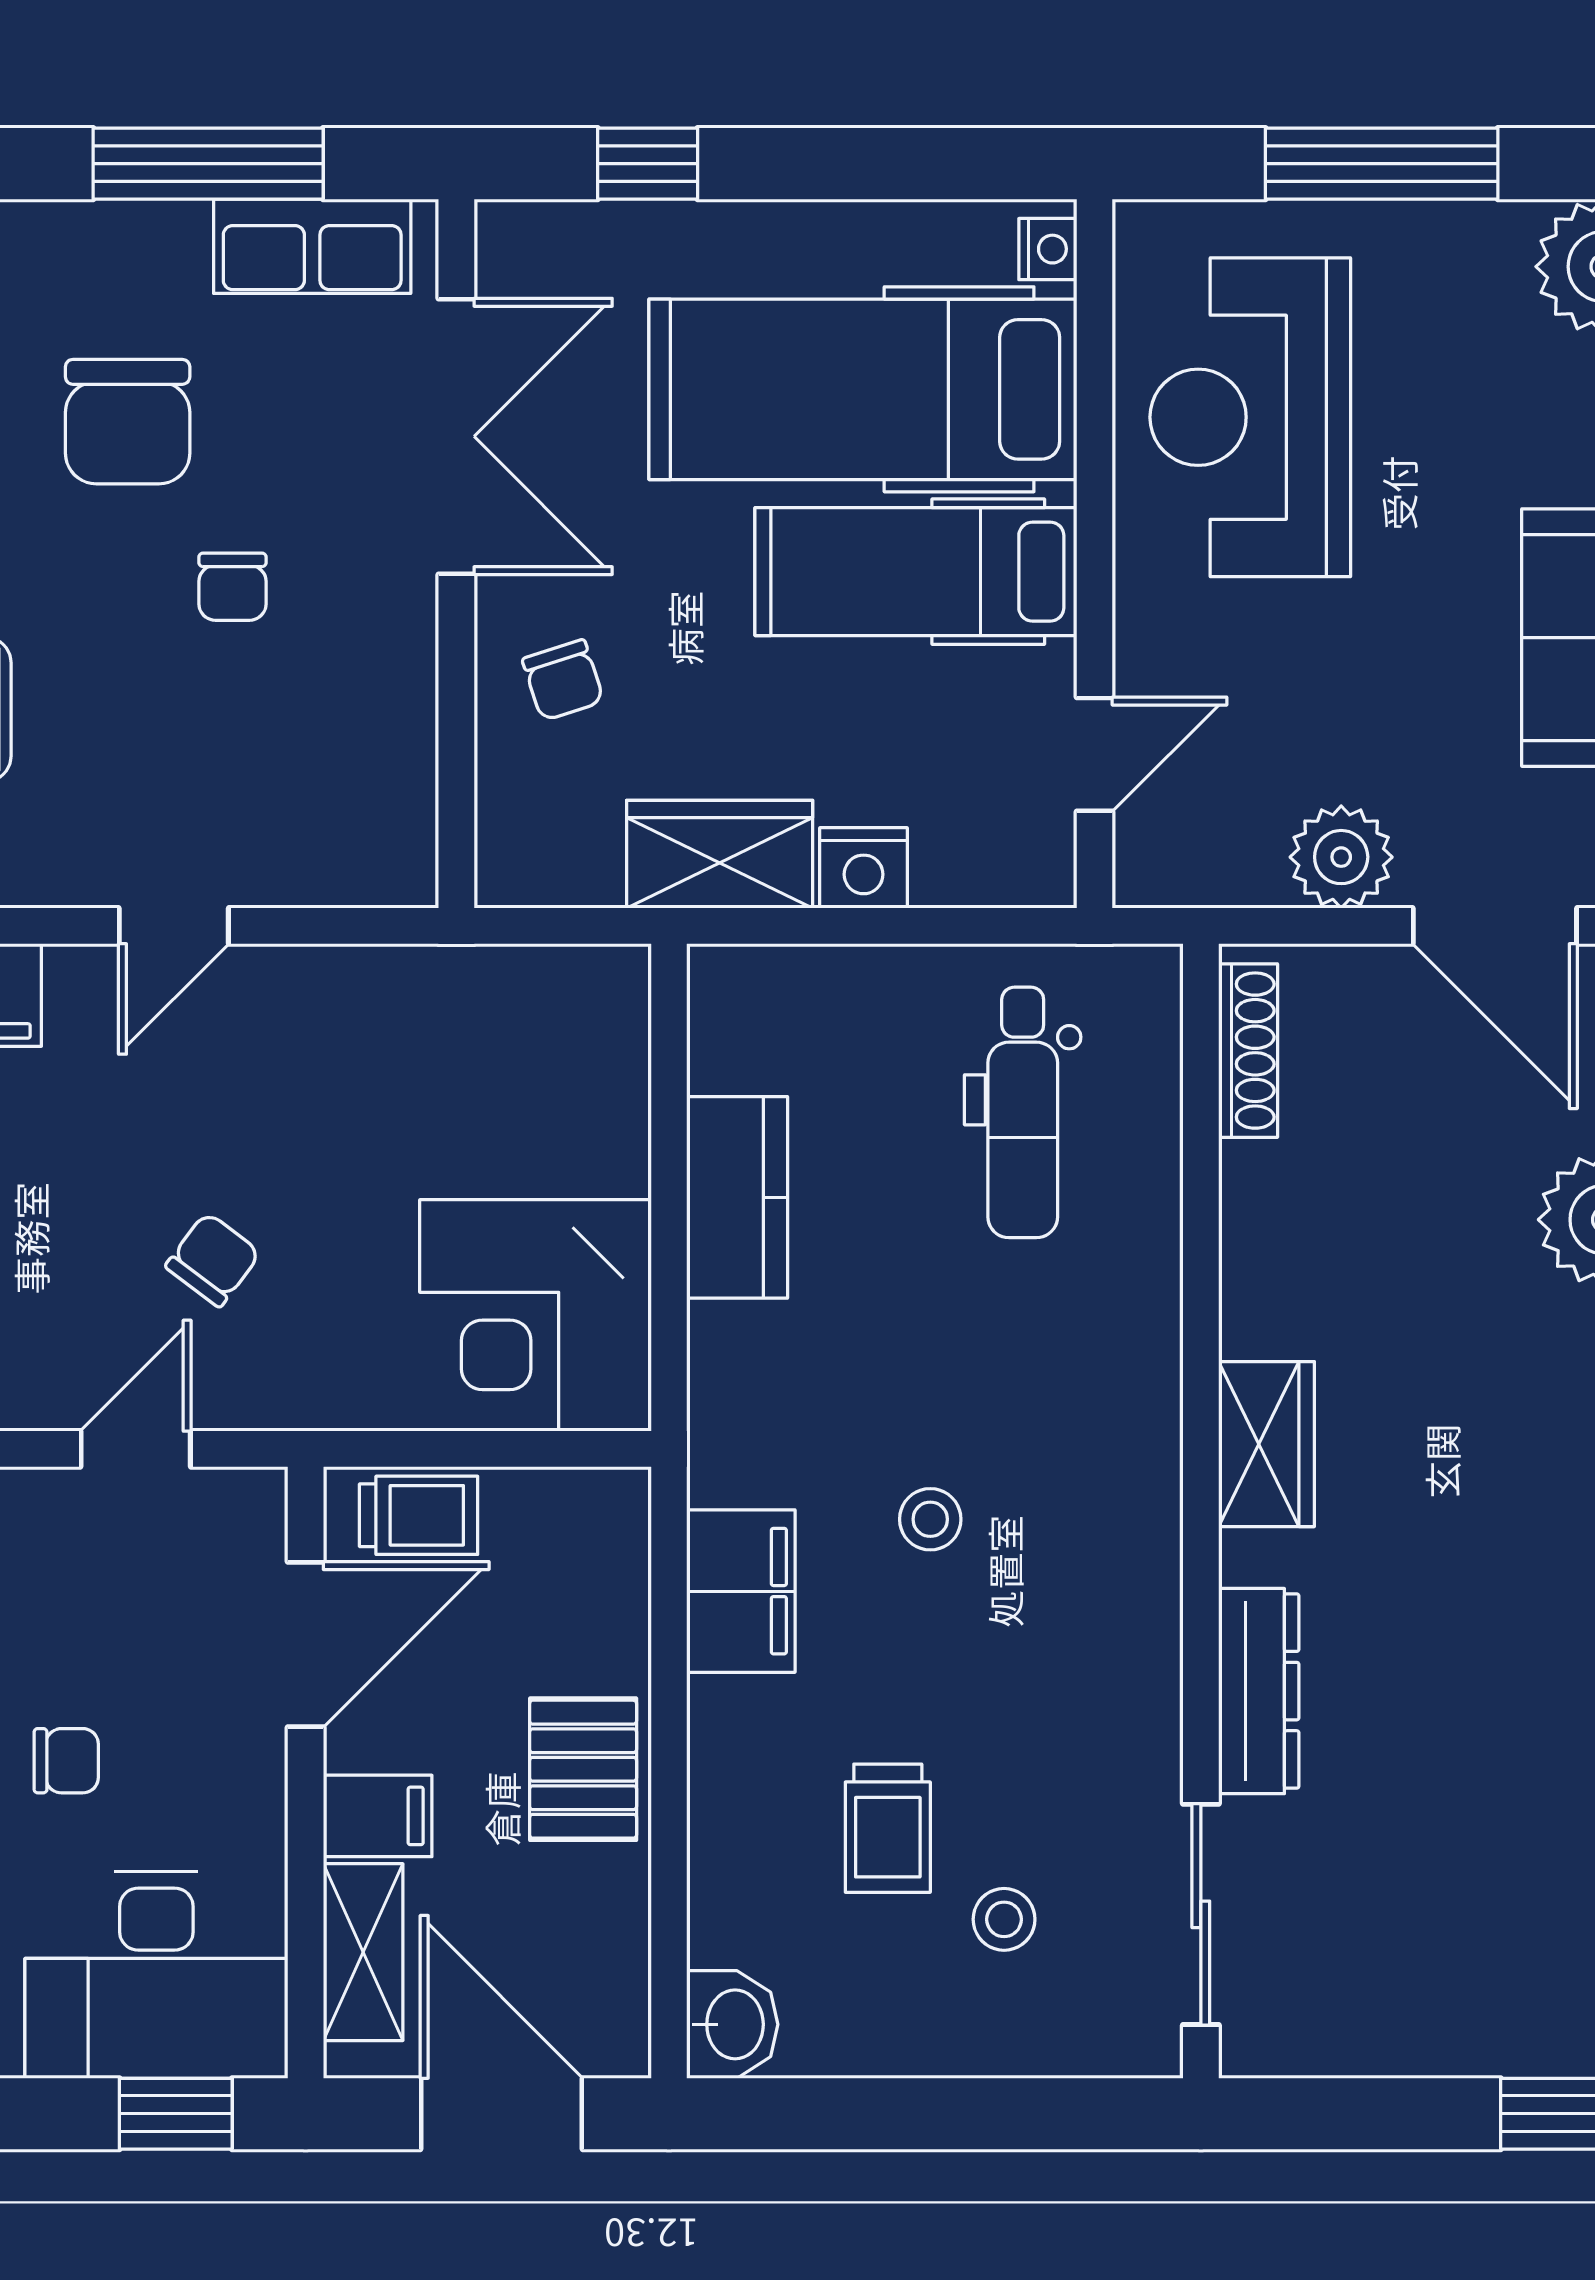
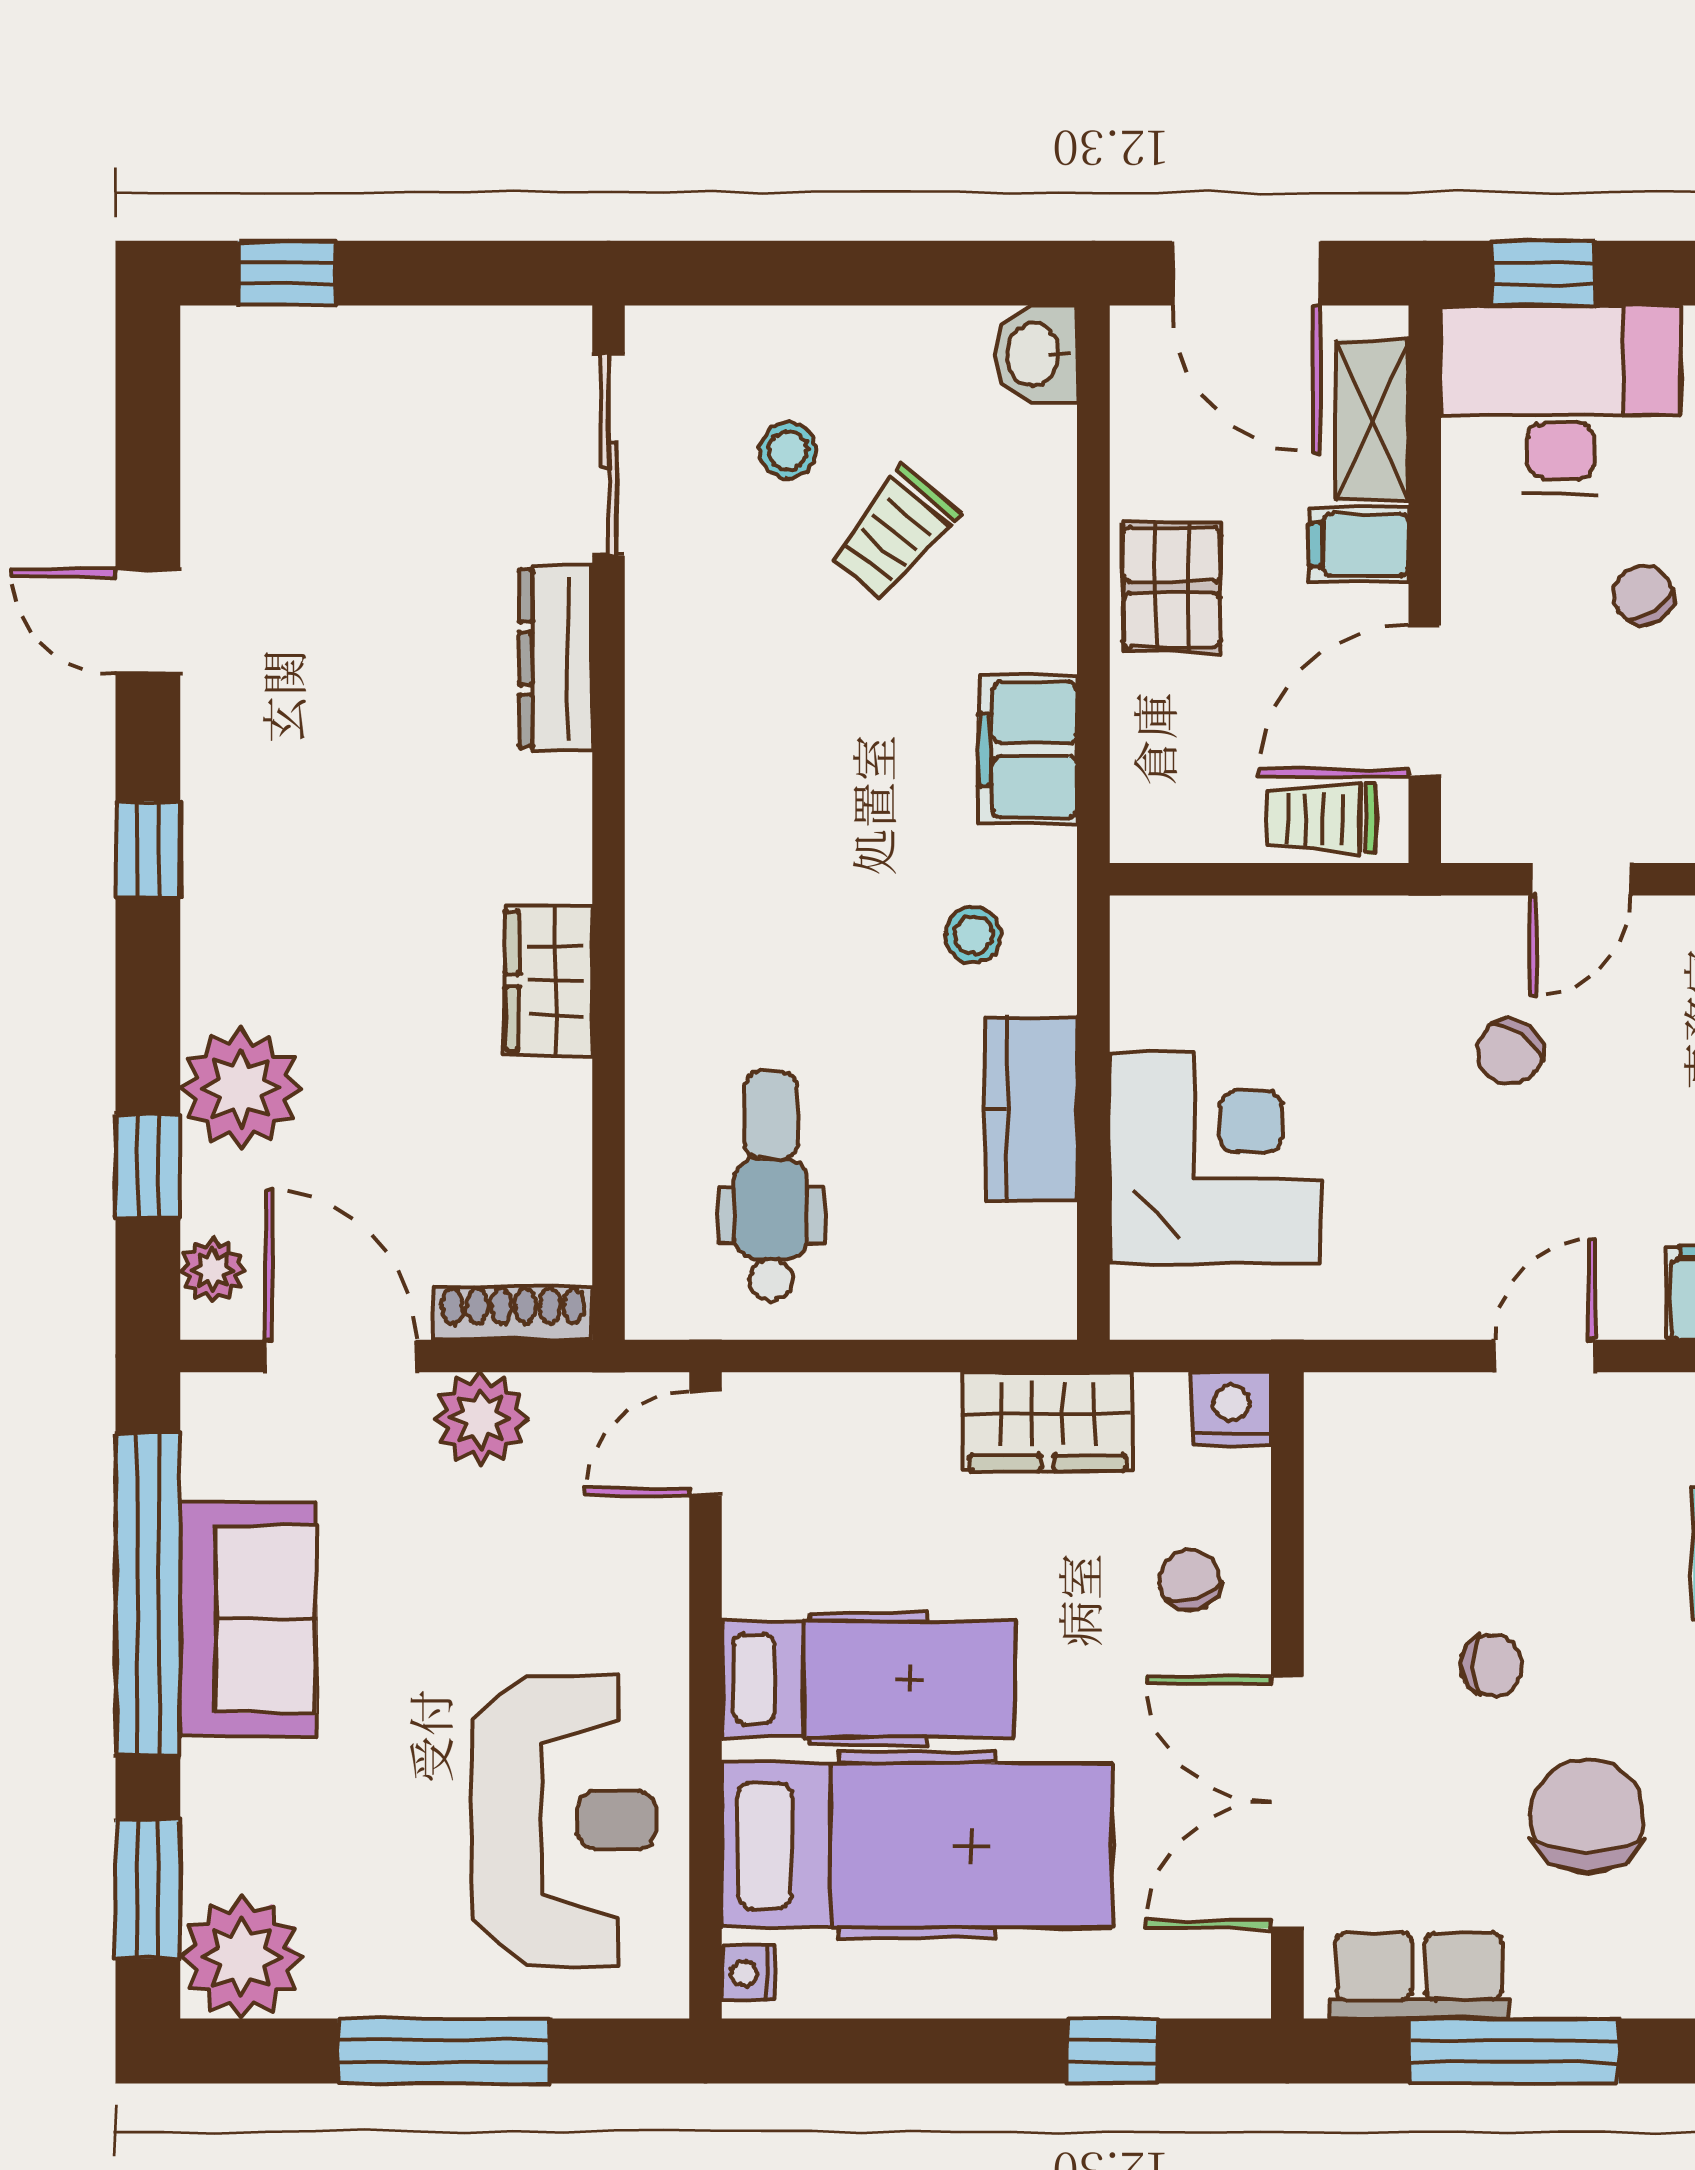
chair: (232, 587) -> (1491, 1665), turned 90
door: (1094, 754) -> (705, 1444), moved
nightstand: (864, 868) -> (1231, 1409), moved
shoe rack: (1248, 1051) -> (513, 1313), moved, turned 90
corner desk: (536, 1315) -> (1215, 1158), moved
wardrobe: (1266, 1444) -> (549, 980), moved
stool: (930, 1519) -> (973, 935), moved
chair: (66, 1761) -> (1643, 595), turned 55
trolley: (888, 1828) -> (894, 533), turned -140

